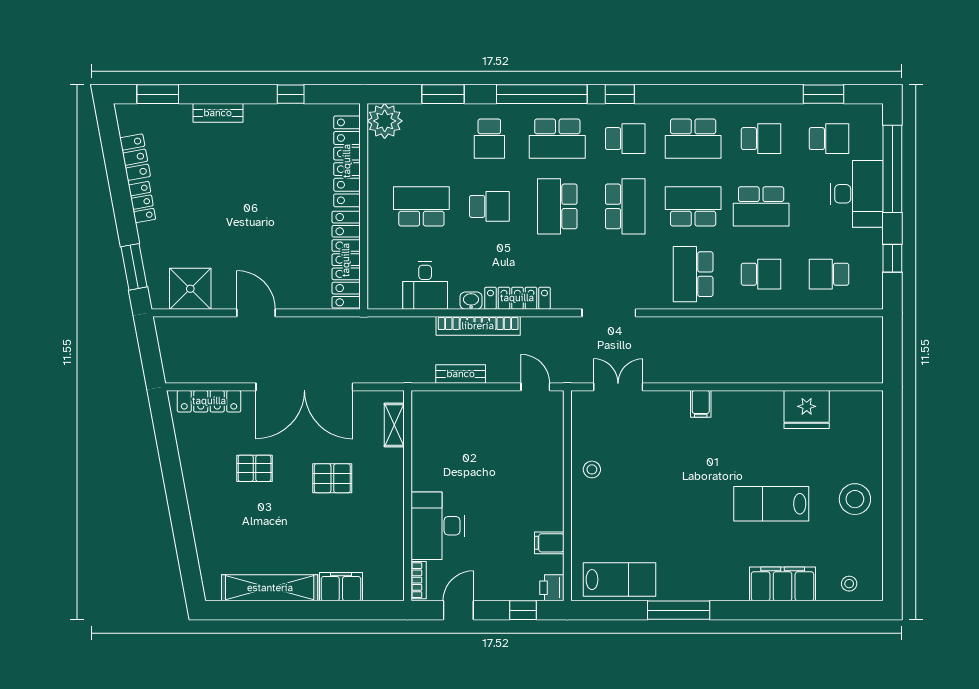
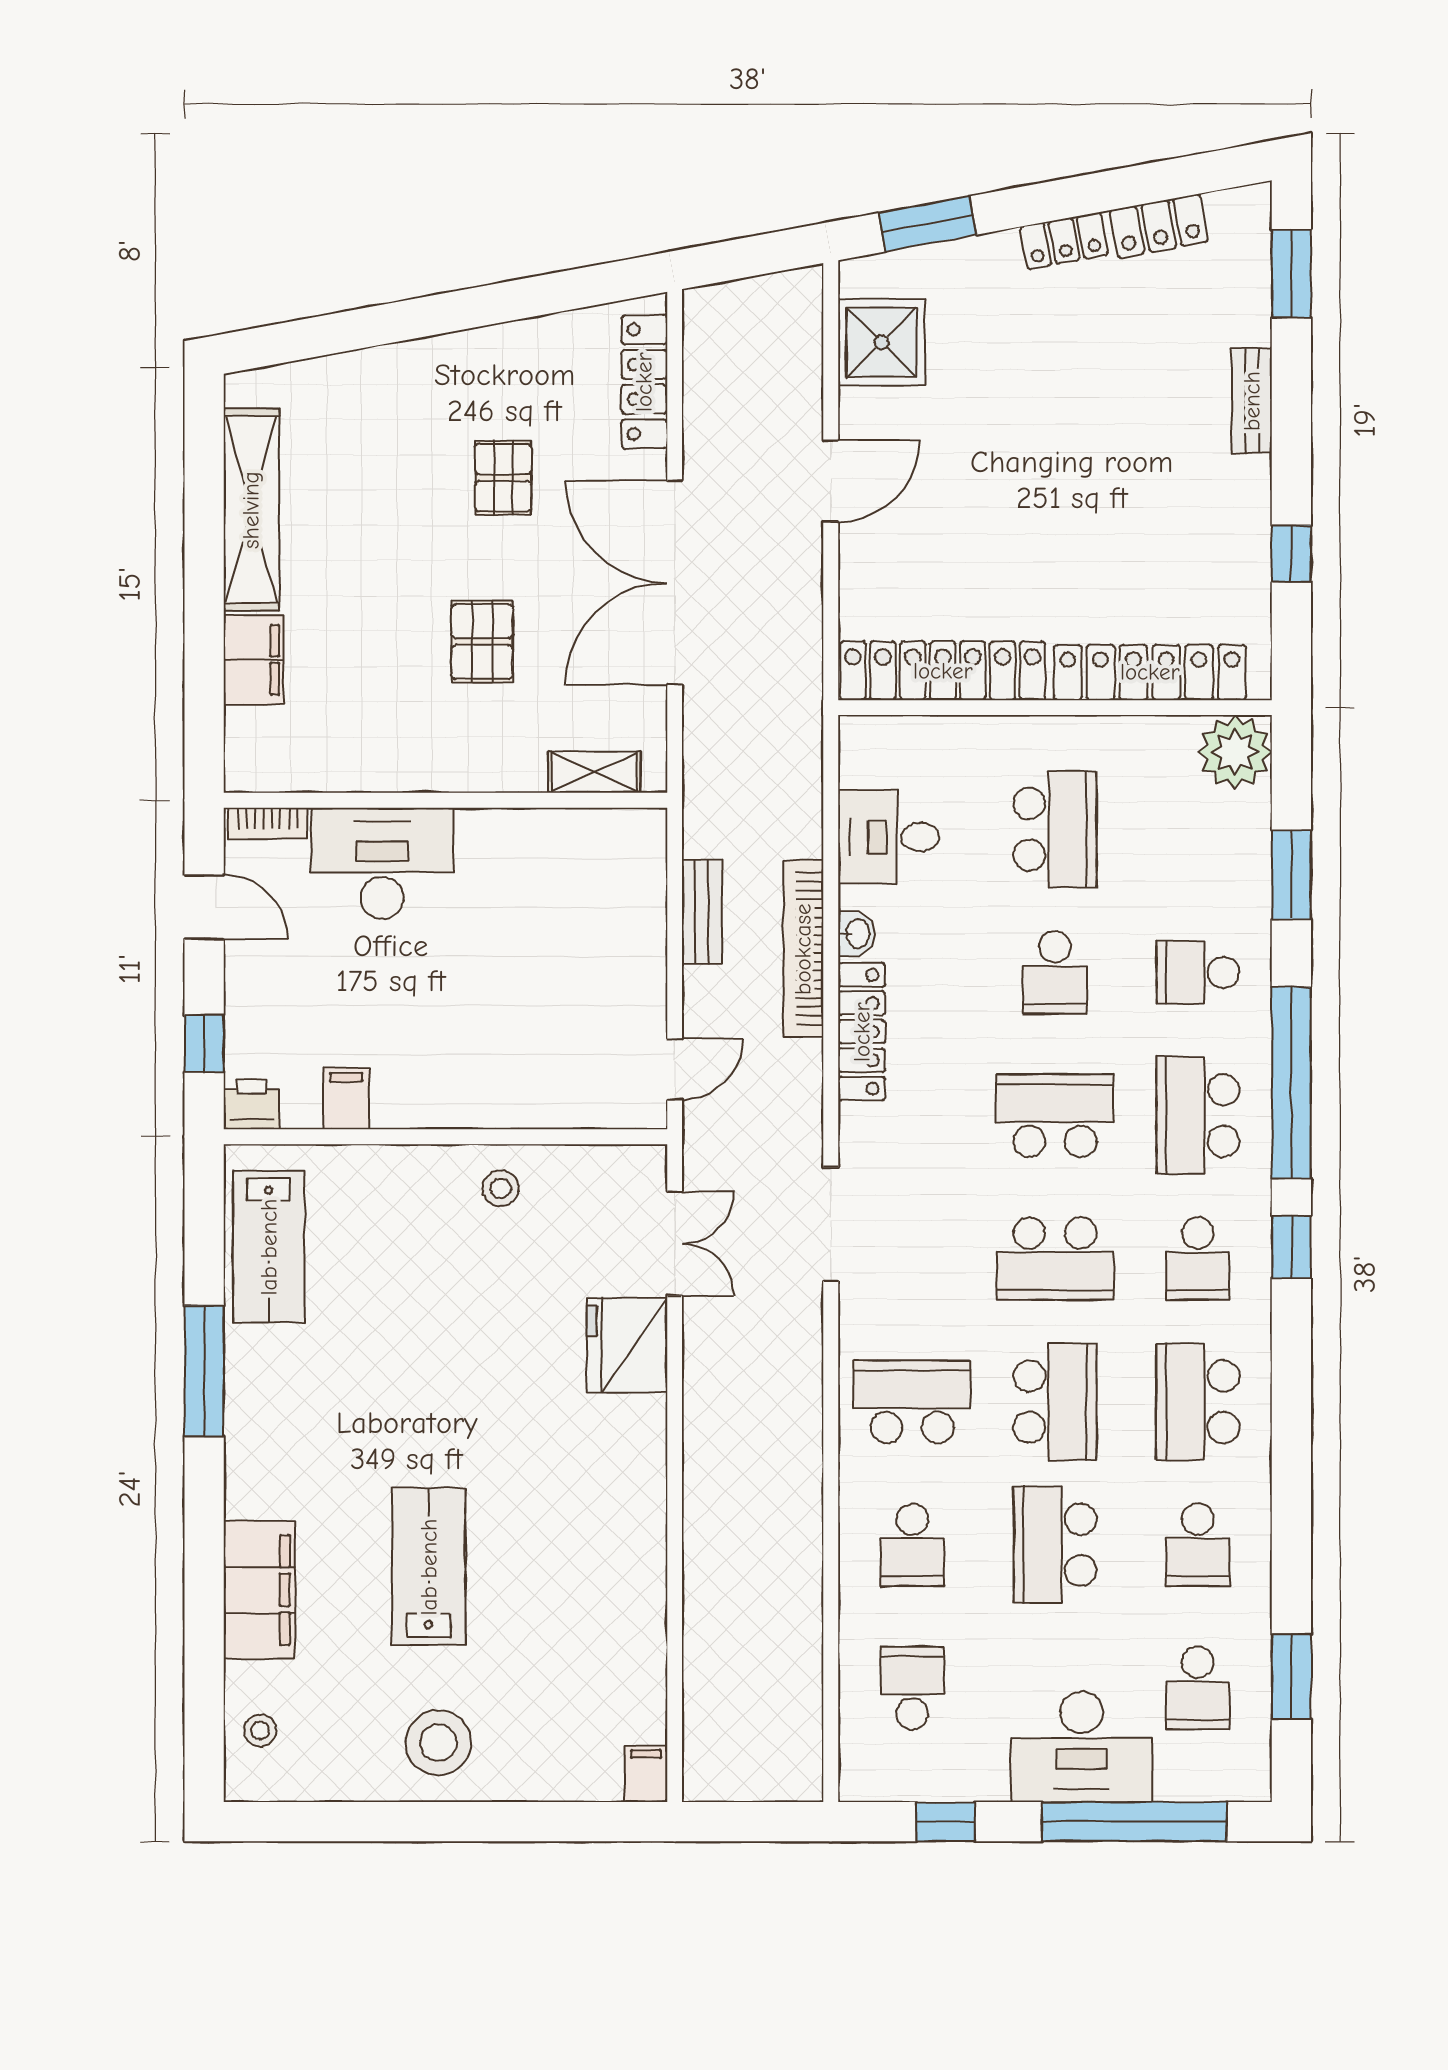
filing cabinet: (701, 404) -> (646, 1774), moved, turned 90
fridge: (807, 409) -> (627, 1345), moved

